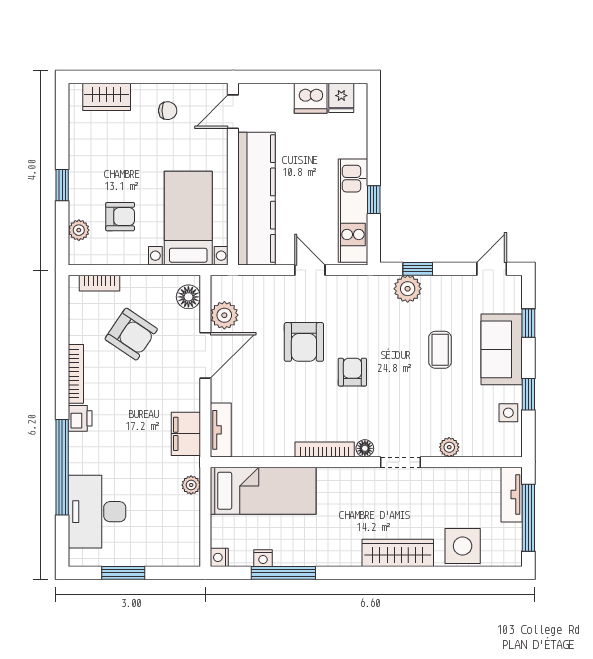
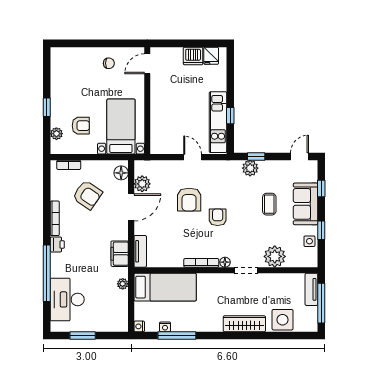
wardrobe: (107, 97) -> (73, 55), removed
kitchen counter: (257, 199) -> (161, 115), removed
plant: (449, 447) -> (275, 256), width x1.87, depth x1.87

